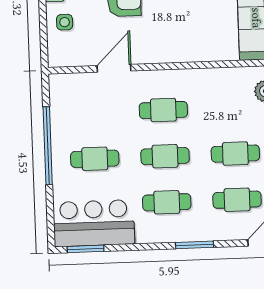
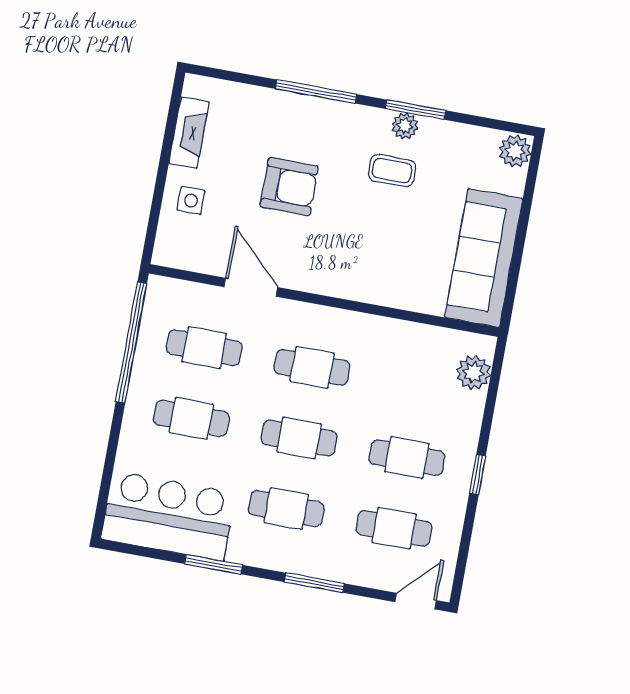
door: (114, 68) -> (251, 287), hinge flipped
cafe table: (93, 113) -> (204, 348), added
window: (48, 146) -> (131, 342), moved
window: (86, 249) -> (213, 564), moved

